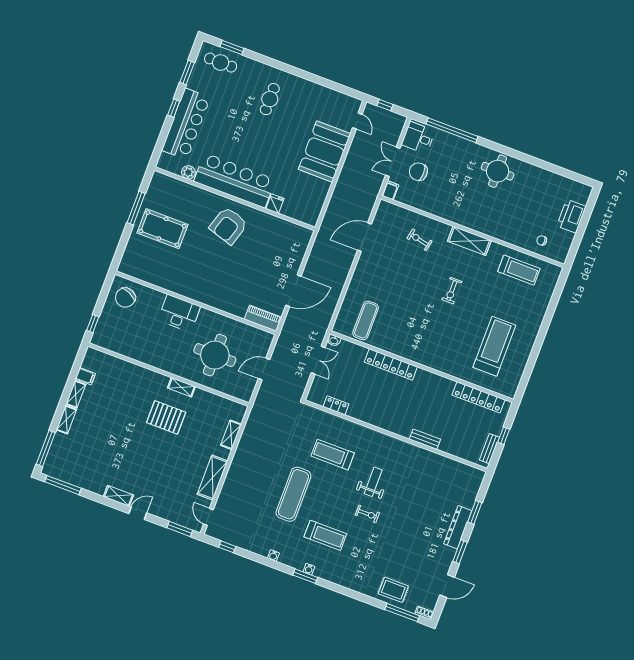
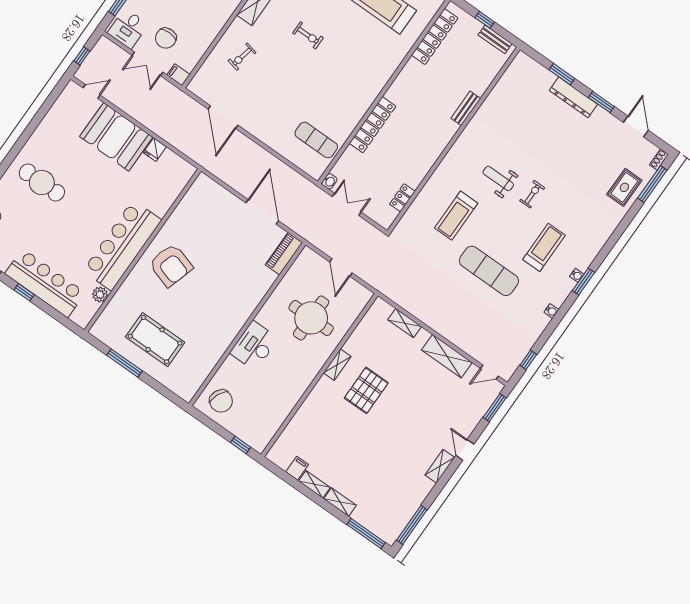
cafe table: (270, 99) -> (42, 183), width x1.37, depth x1.35
fridge: (275, 204) -> (155, 150), moved, turned -90
pool table: (163, 229) -> (155, 340), turned 90

